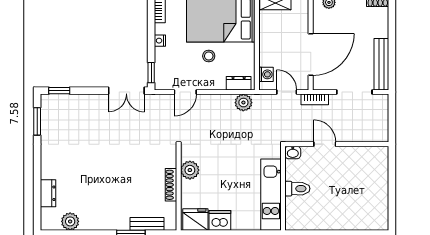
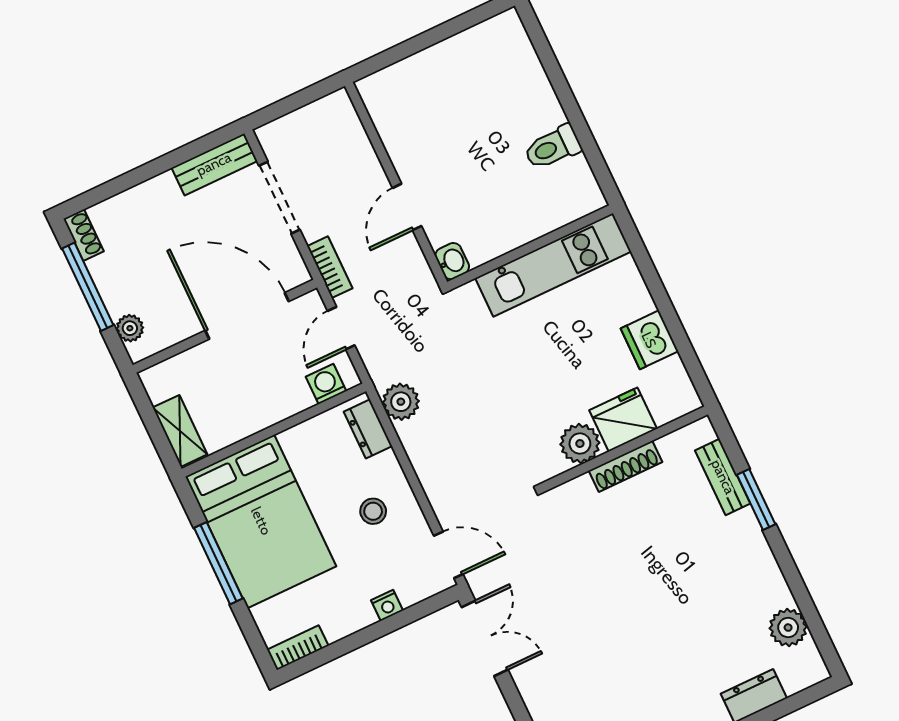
nightstand: (160, 41) -> (387, 605), moved
stool: (209, 56) -> (373, 511), moved
bench: (381, 64) -> (214, 164), width x0.73
window: (151, 73) -> (427, 607), removed
door: (185, 92) -> (448, 555), moved
toilet: (297, 189) -> (553, 147), moved, turned -90
fridge: (195, 219) -> (623, 420), moved, turned 90

